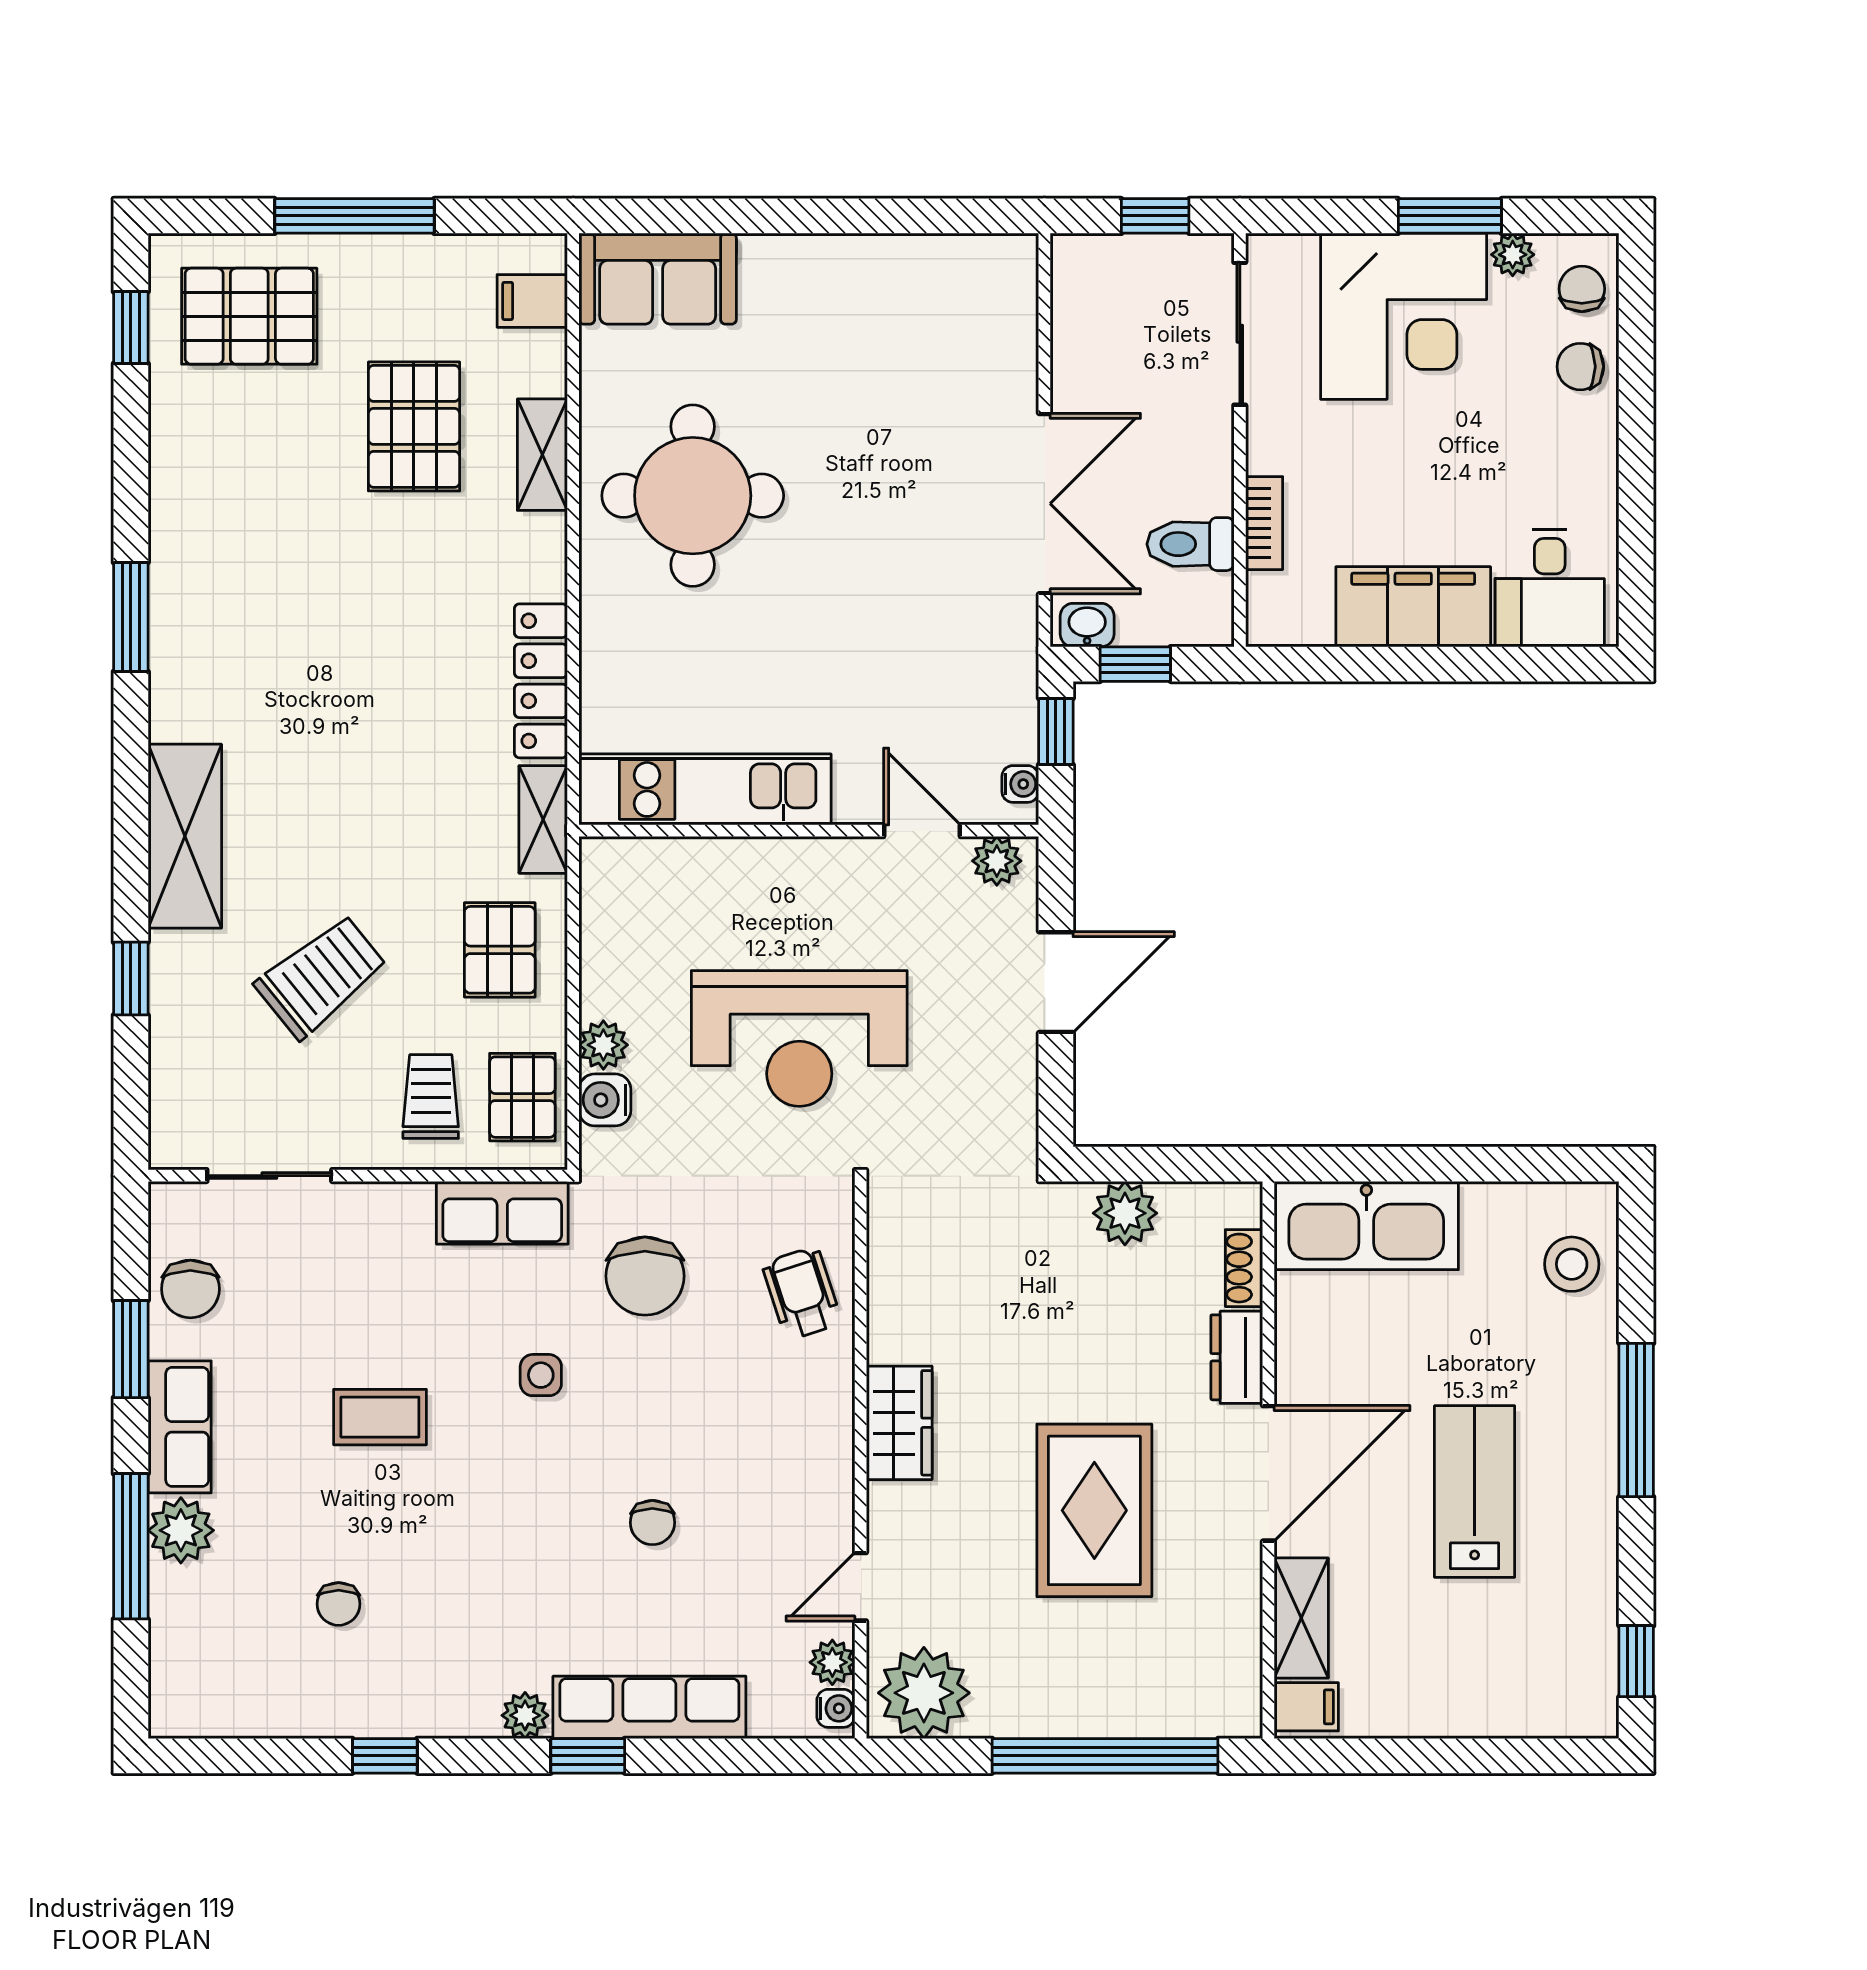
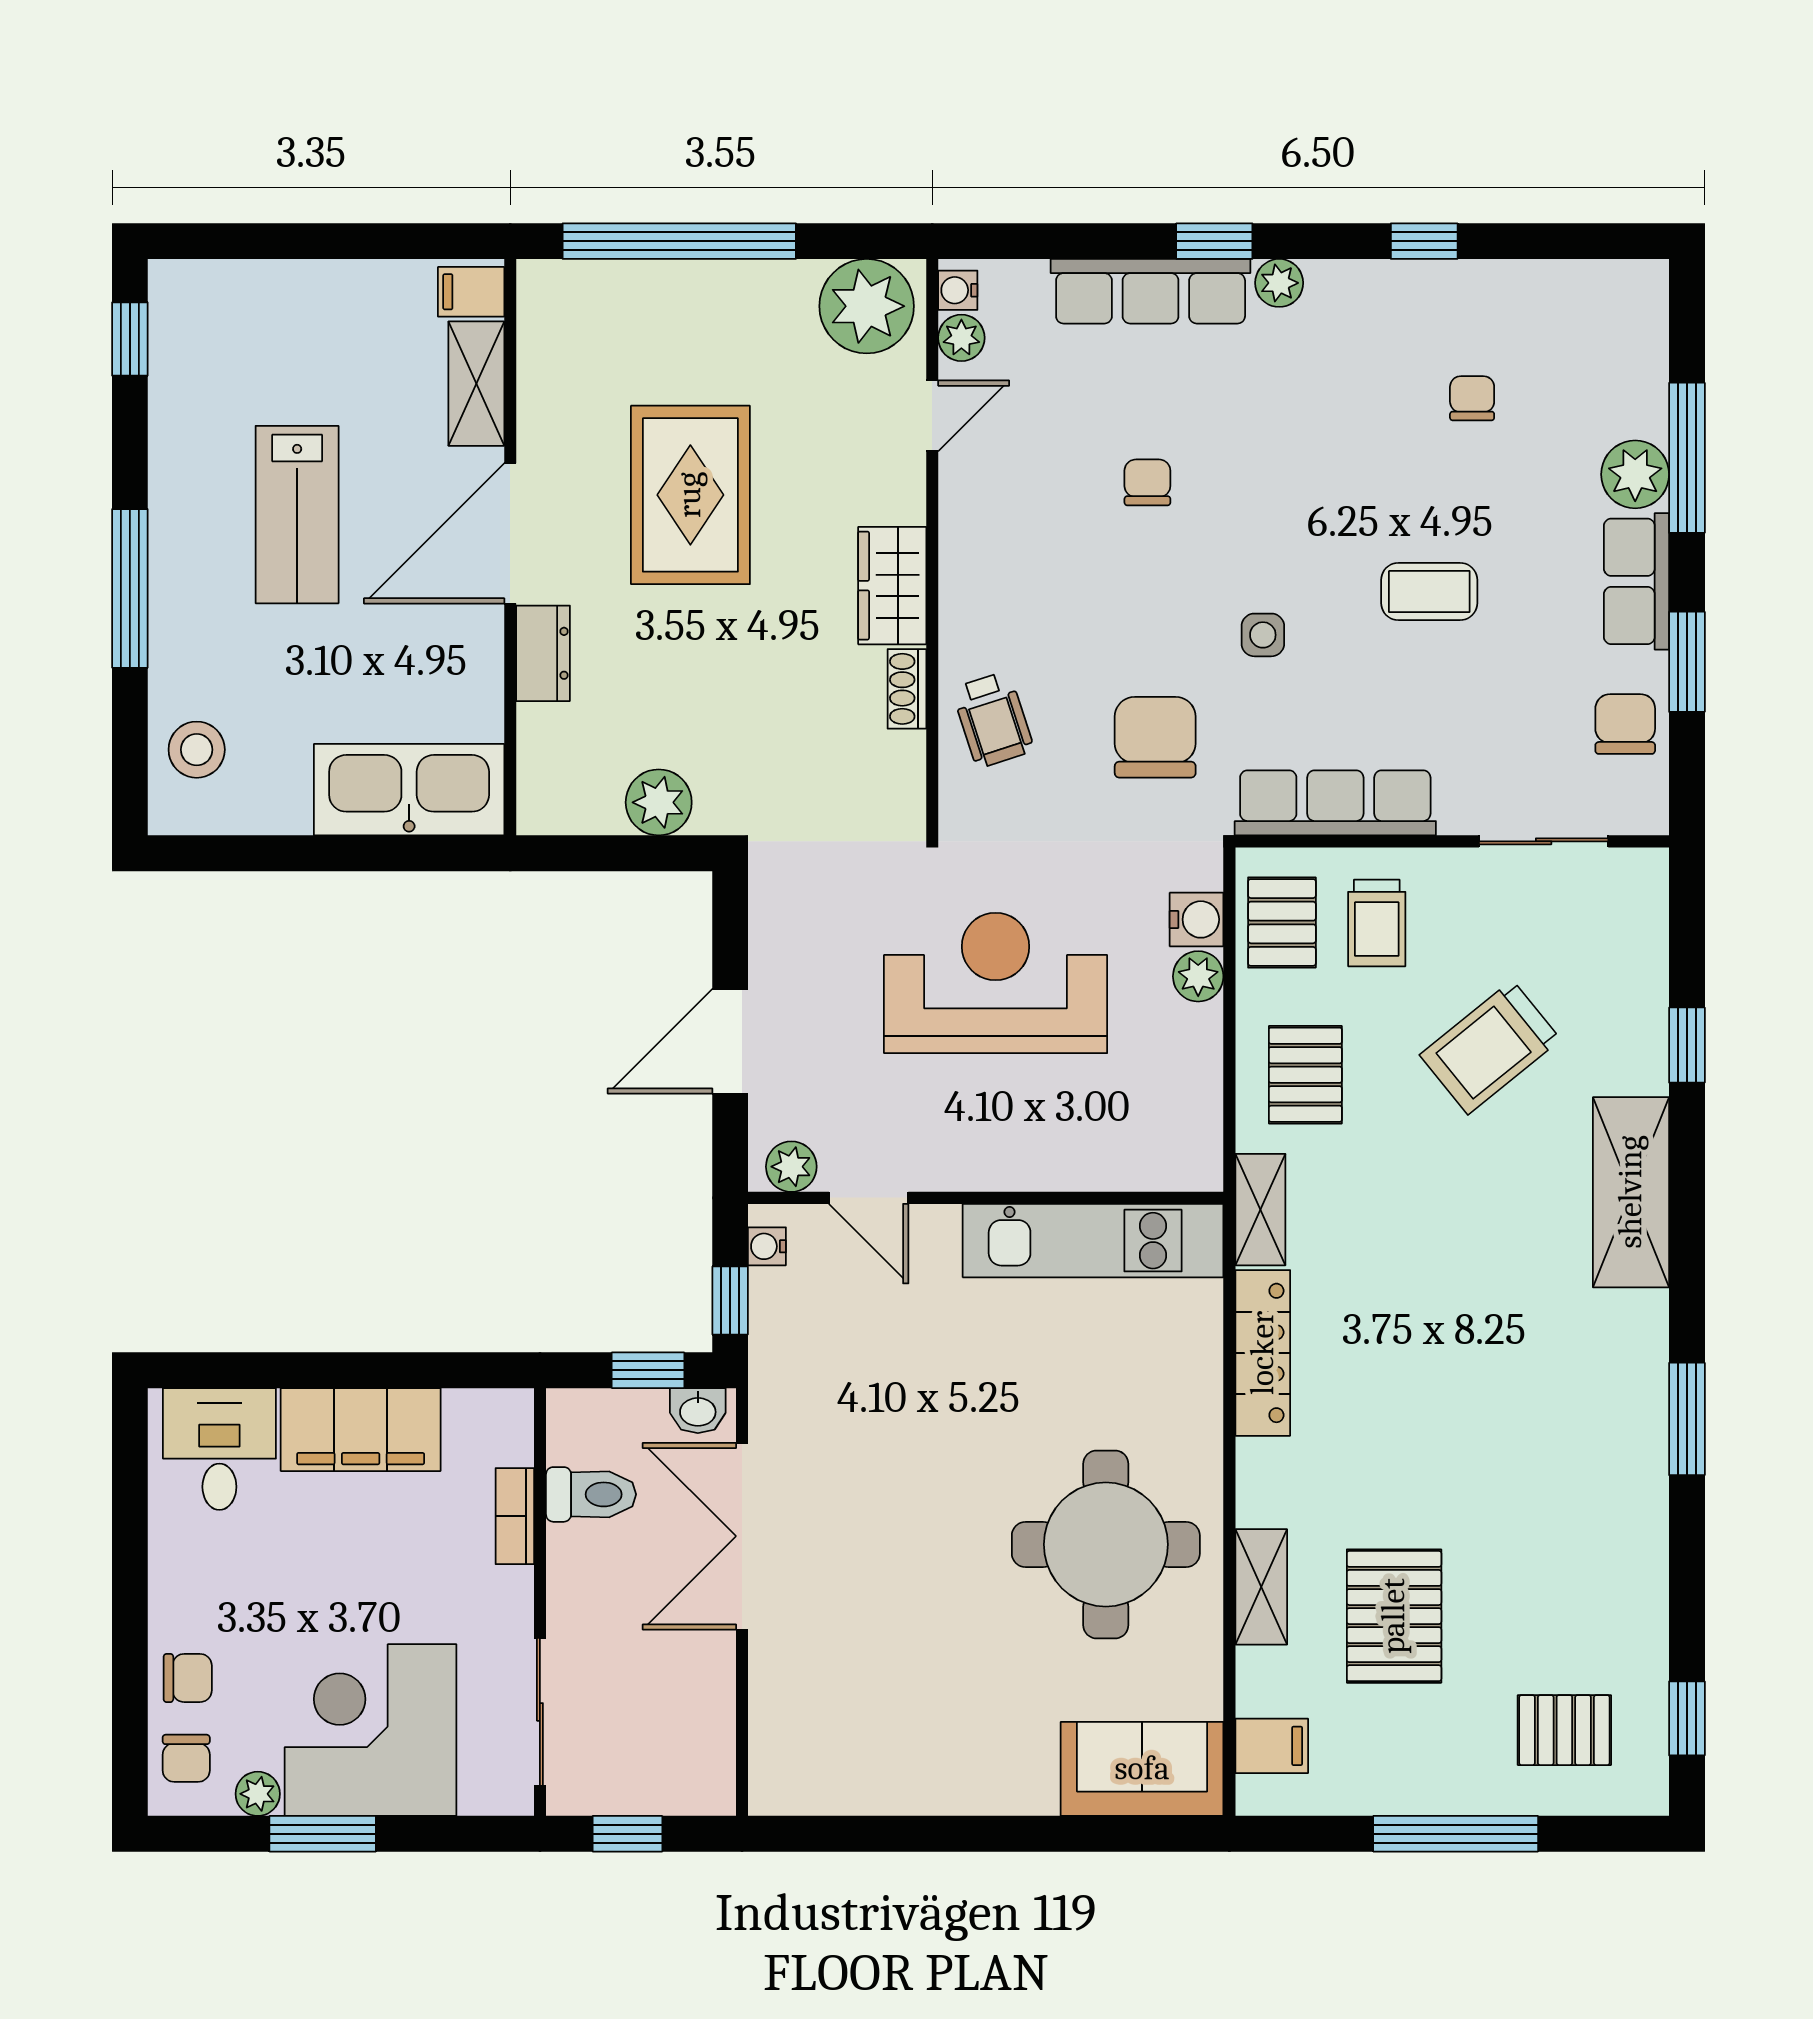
pallet: (249, 316) -> (1564, 1730), width x0.67, depth x0.71
row of seats: (502, 1213) -> (1335, 803), width x1.48
shoe rack: (1244, 1268) -> (907, 689), moved, turned 180

